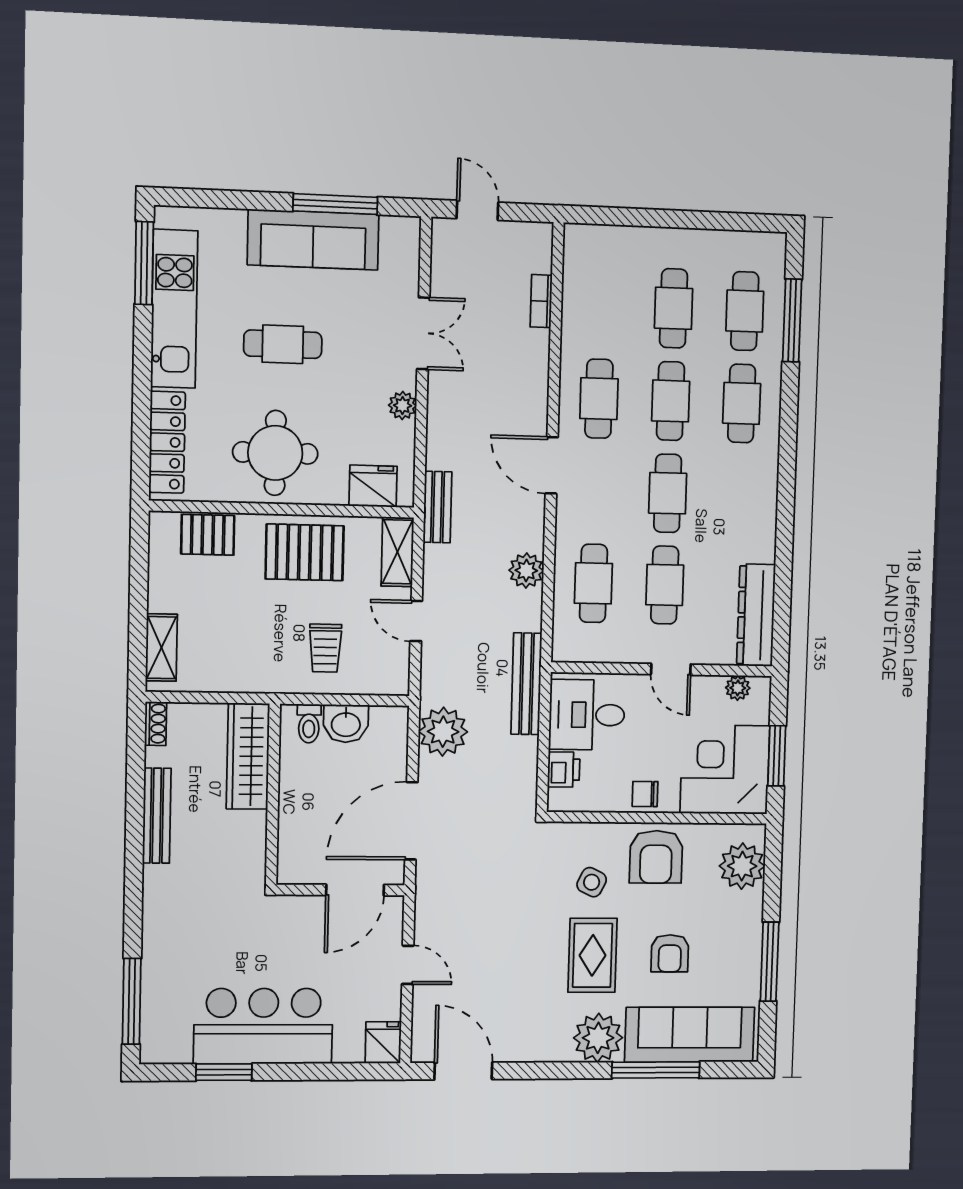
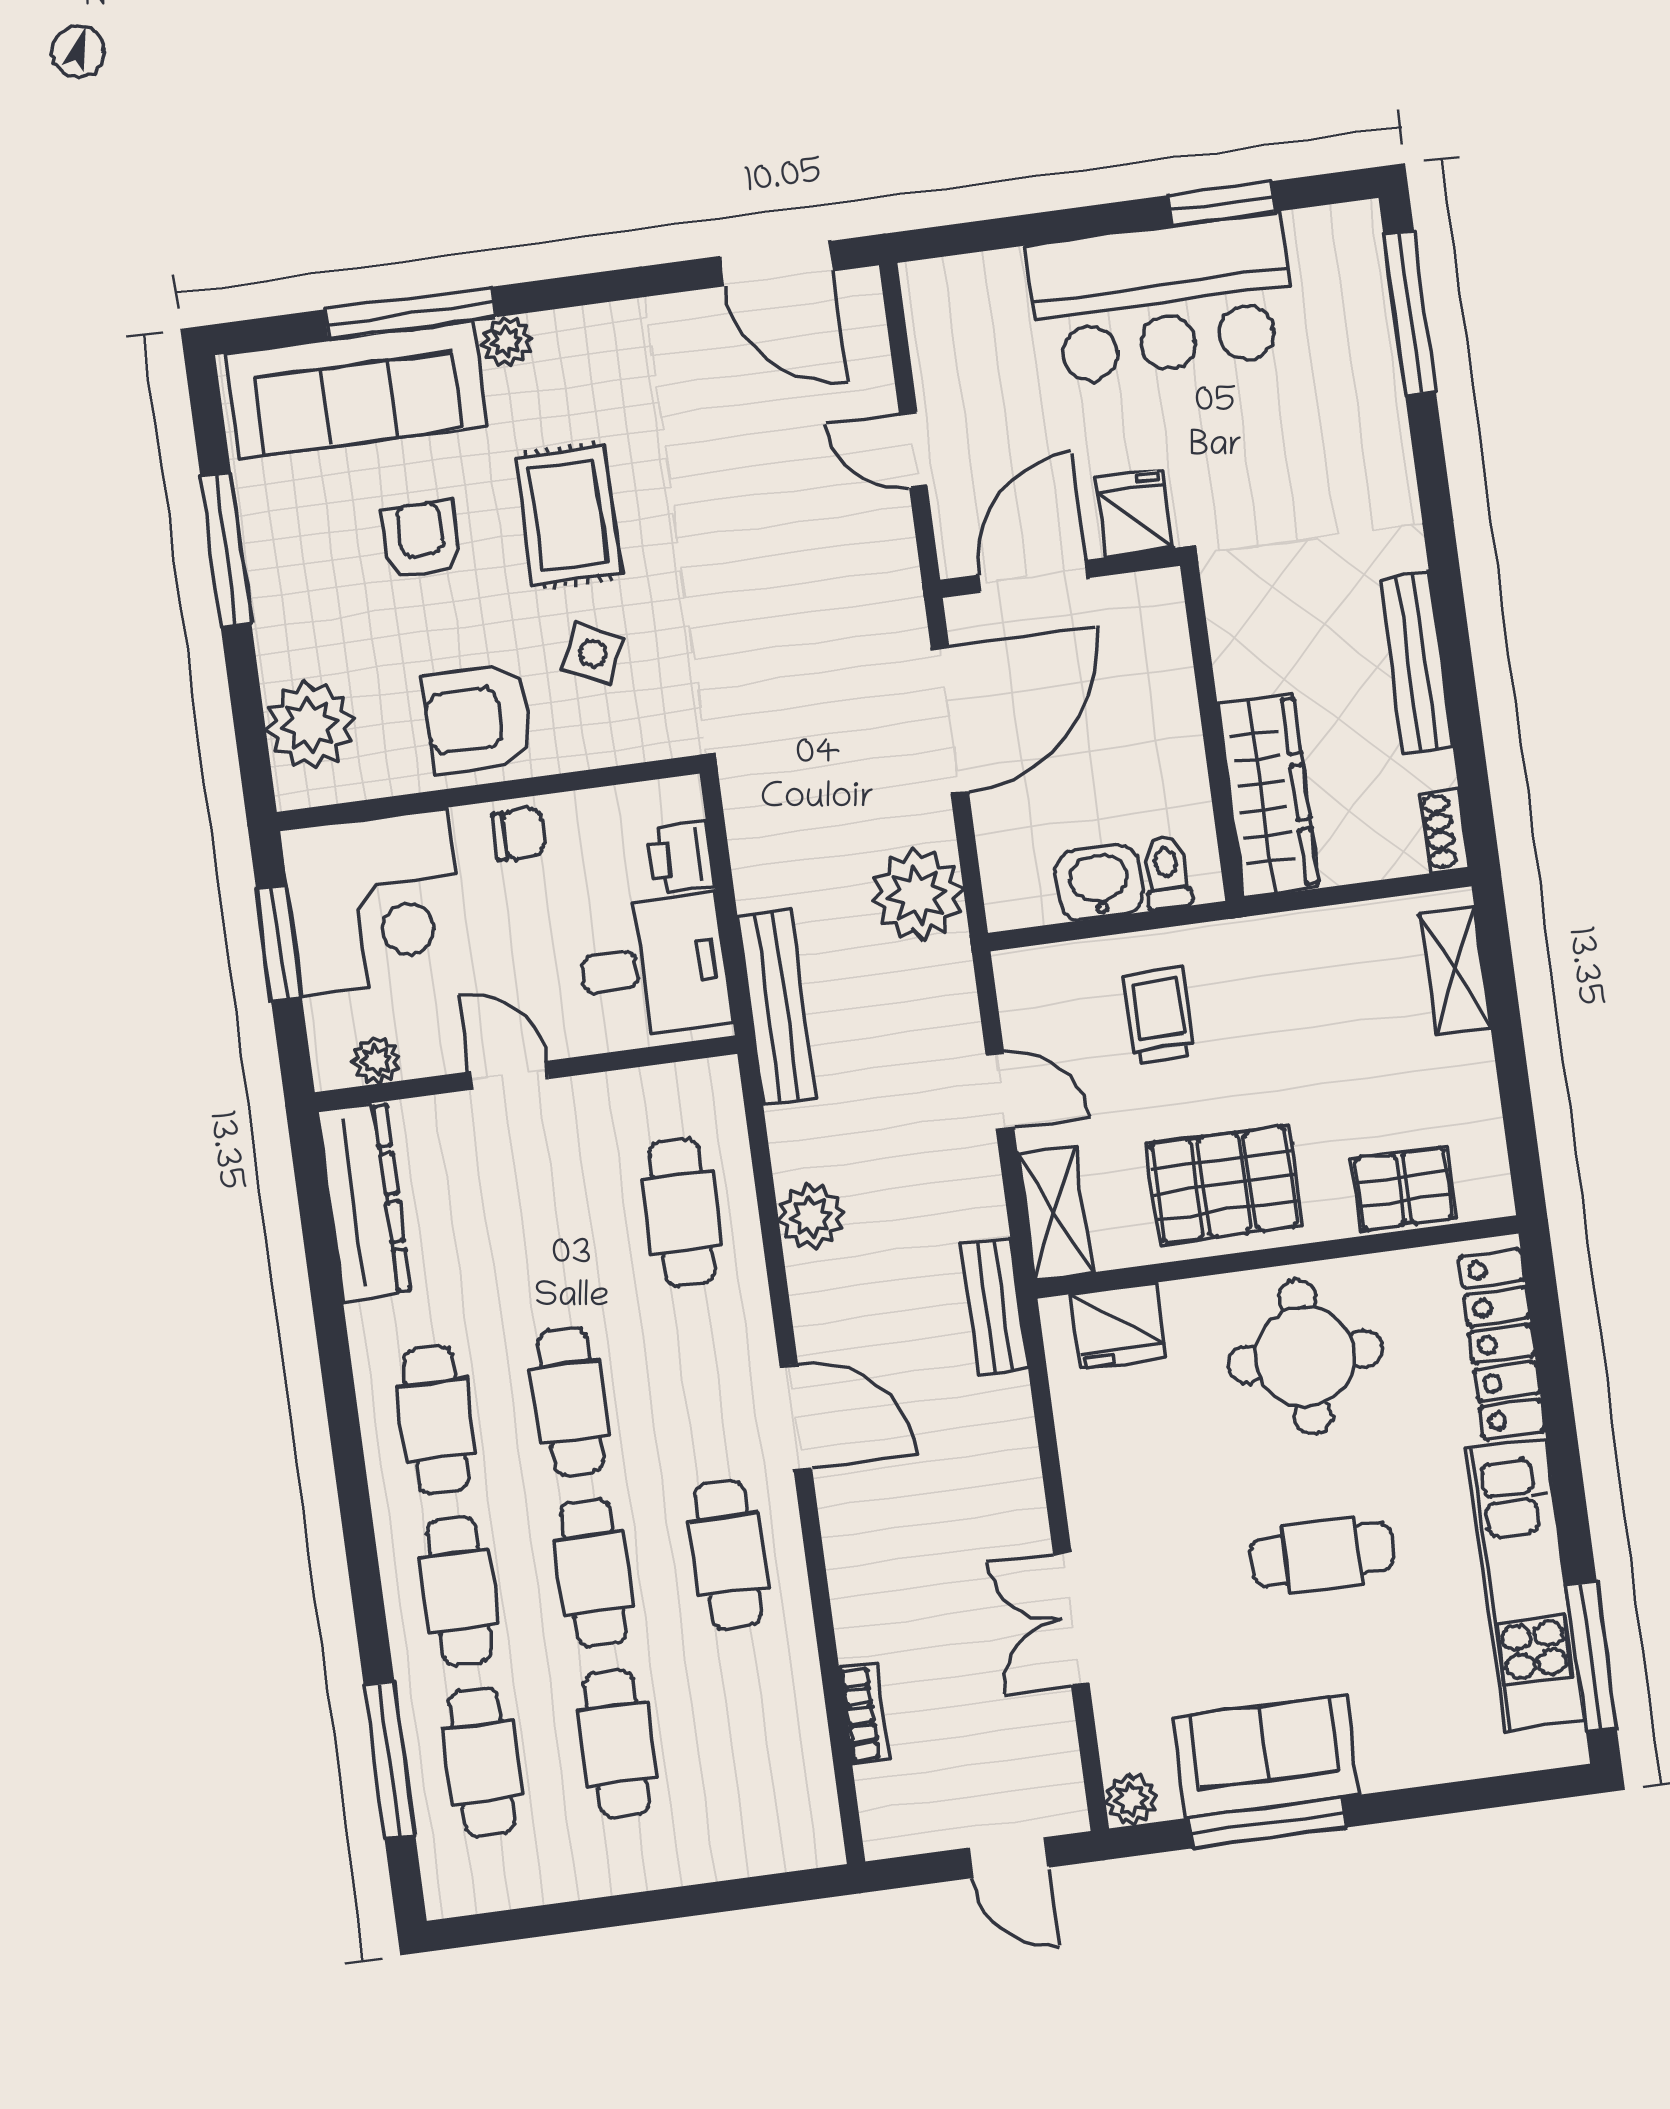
sofa: (313, 240) -> (1266, 1756), width x0.73
plant: (403, 405) -> (1131, 1799), moved
cafe table: (665, 585) -> (436, 1420), moved
armchair: (656, 857) -> (478, 719), turned -90
plant: (598, 1038) -> (507, 341), width x0.53, depth x0.53
fridge: (383, 1043) -> (1134, 513), moved, turned 180

